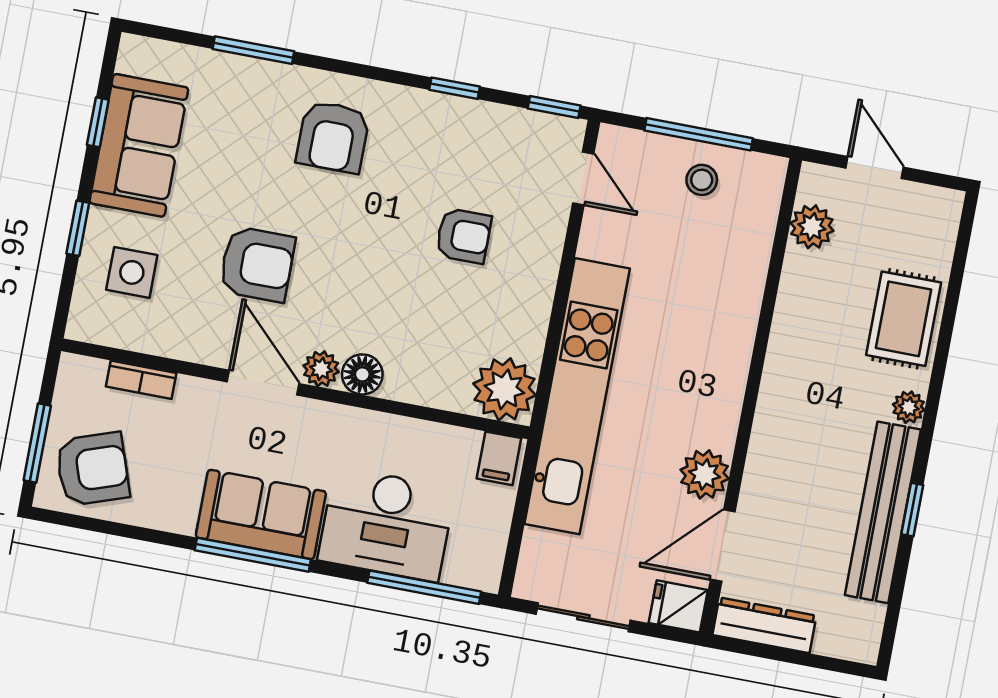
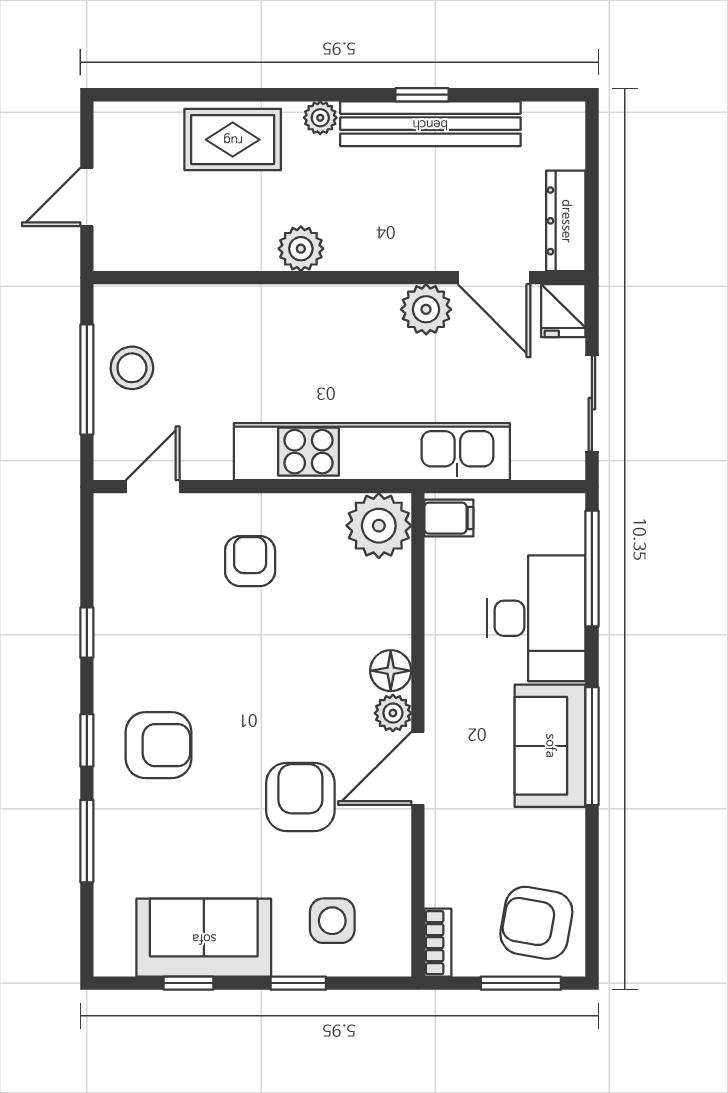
window: (554, 107) -> (87, 740), moved
stool: (702, 180) -> (132, 368), width x1.37, depth x1.37
plant: (812, 227) -> (301, 249), moved
armchair: (464, 236) -> (250, 561), moved
bookcase: (141, 380) -> (438, 943), moved
armchair: (93, 469) -> (536, 923), turned -61

